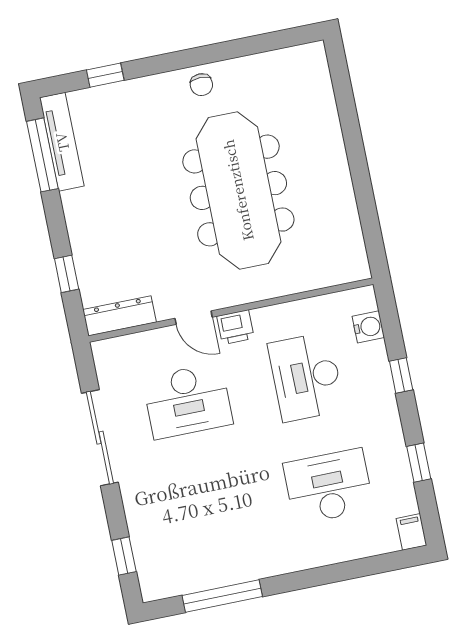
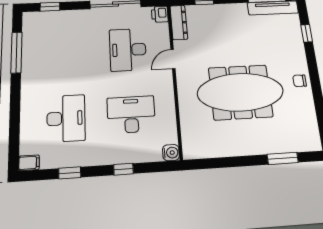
window: (347, 109) -> (283, 158), added
printer: (235, 327) -> (160, 14), moved
water cooler: (368, 327) -> (171, 153), moved, turned -90

